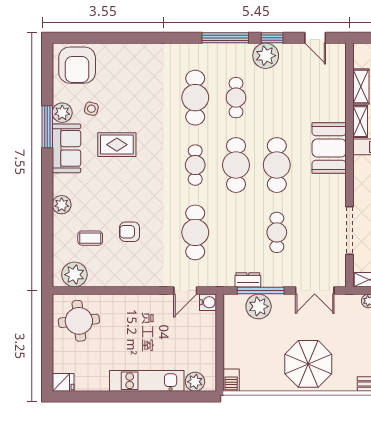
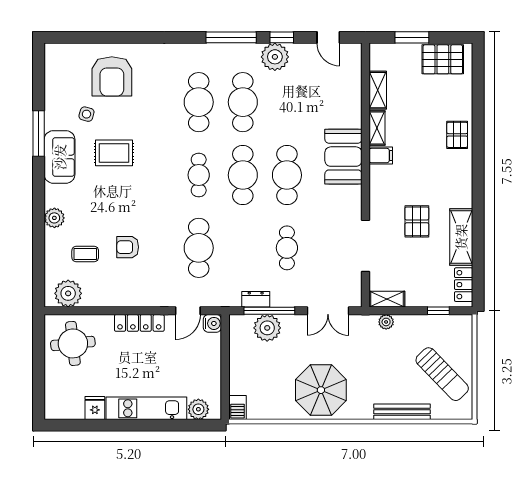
armchair: (77, 65) -> (112, 76), moved
cafe table: (236, 98) -> (243, 102), width x1.37, depth x1.35
plant: (62, 113) -> (55, 118), removed
locker: (140, 302) -> (139, 323), added
fridge: (63, 382) -> (95, 408), moved, turned -90

